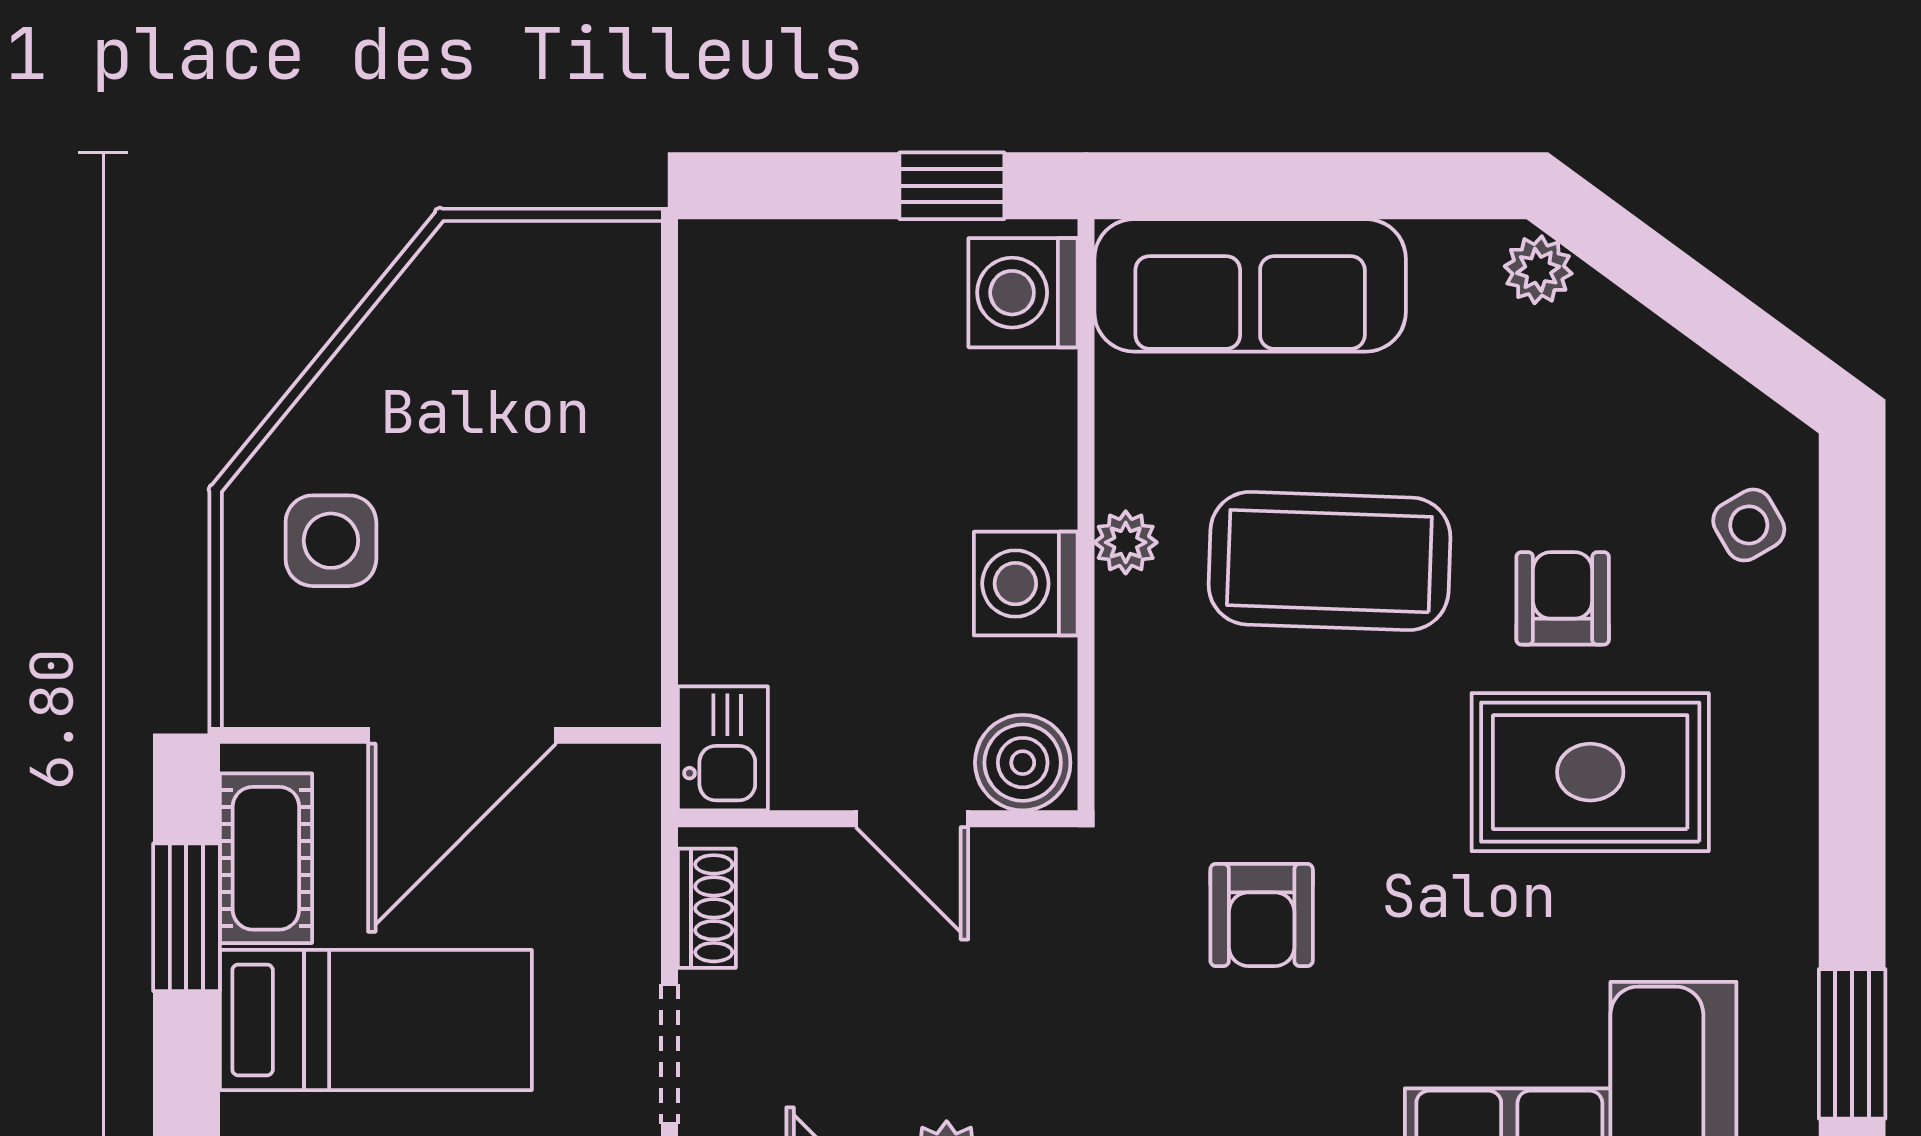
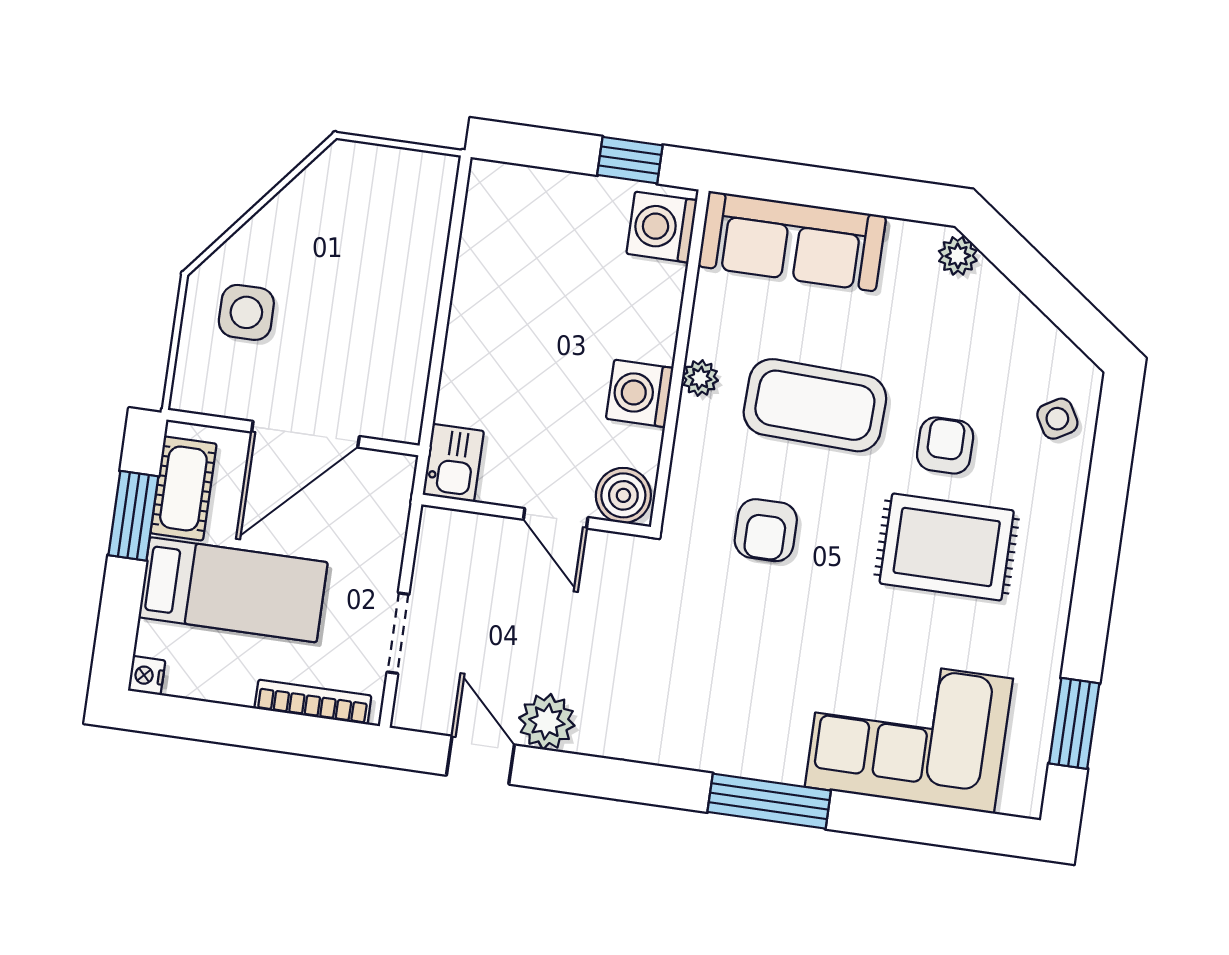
shoe rack: (707, 908) -> (431, 553), removed
armchair: (1262, 915) -> (766, 530), moved

